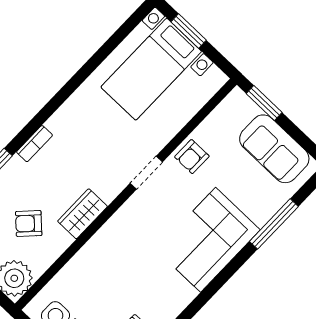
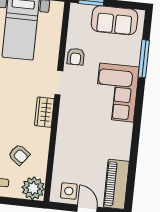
wardrobe: (83, 214) -> (44, 112), moved
armchair: (29, 223) -> (19, 155), turned -97

